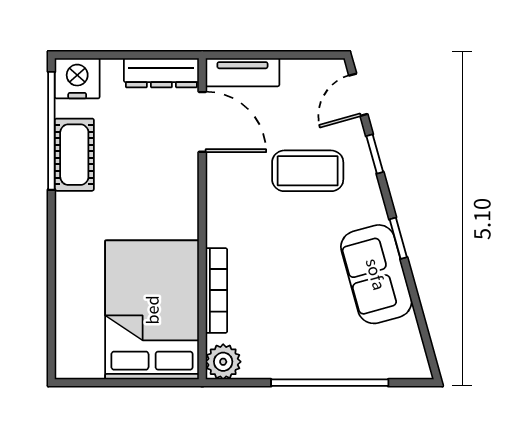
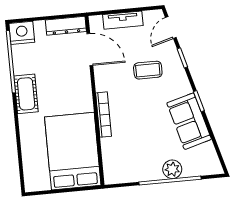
tv unit: (242, 72) -> (123, 20), moved
cot: (74, 155) -> (26, 94), moved
coffee table: (308, 171) -> (148, 70), width x0.73, depth x0.77
bookcase: (216, 290) -> (104, 115), moved
plant: (223, 362) -> (172, 169), moved

